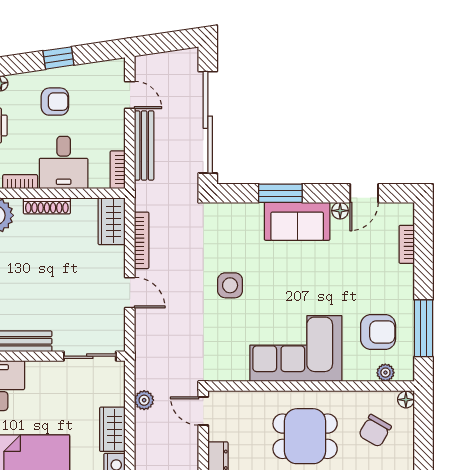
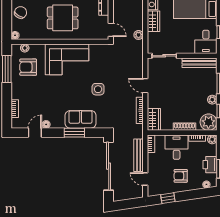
window: (58, 58) -> (168, 198), moved
sofa: (297, 221) -> (81, 119), moved
chair: (375, 431) -> (21, 12), moved

